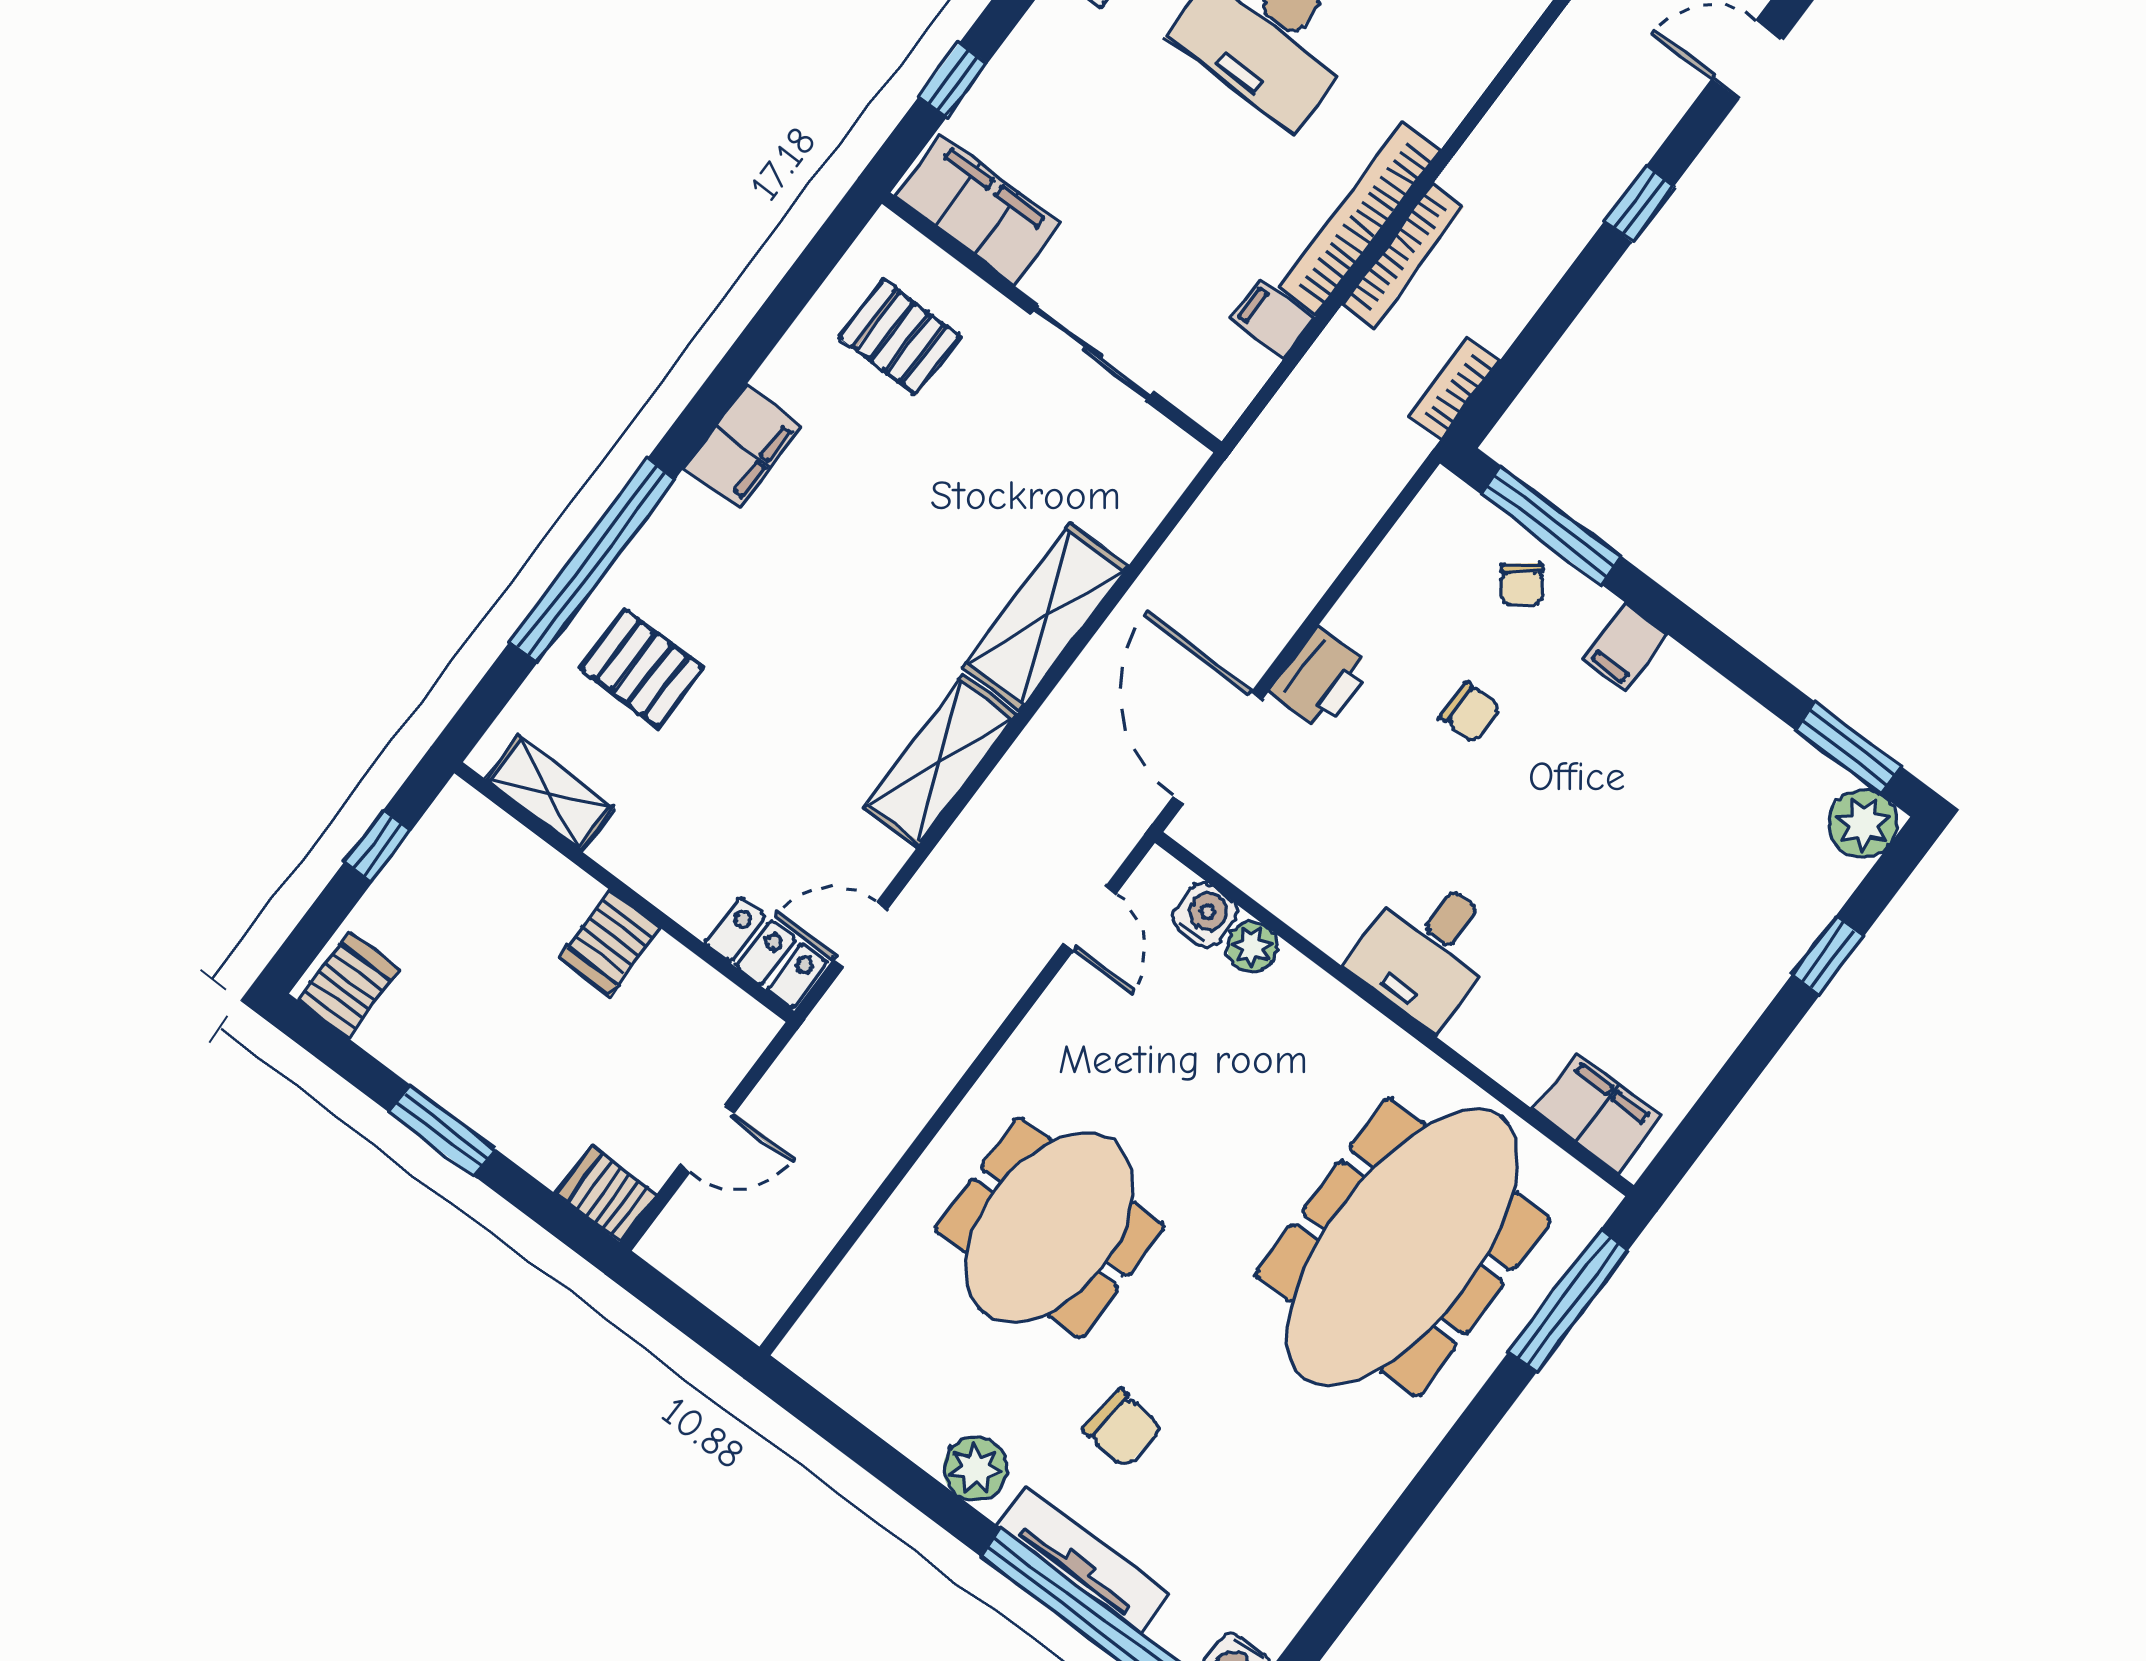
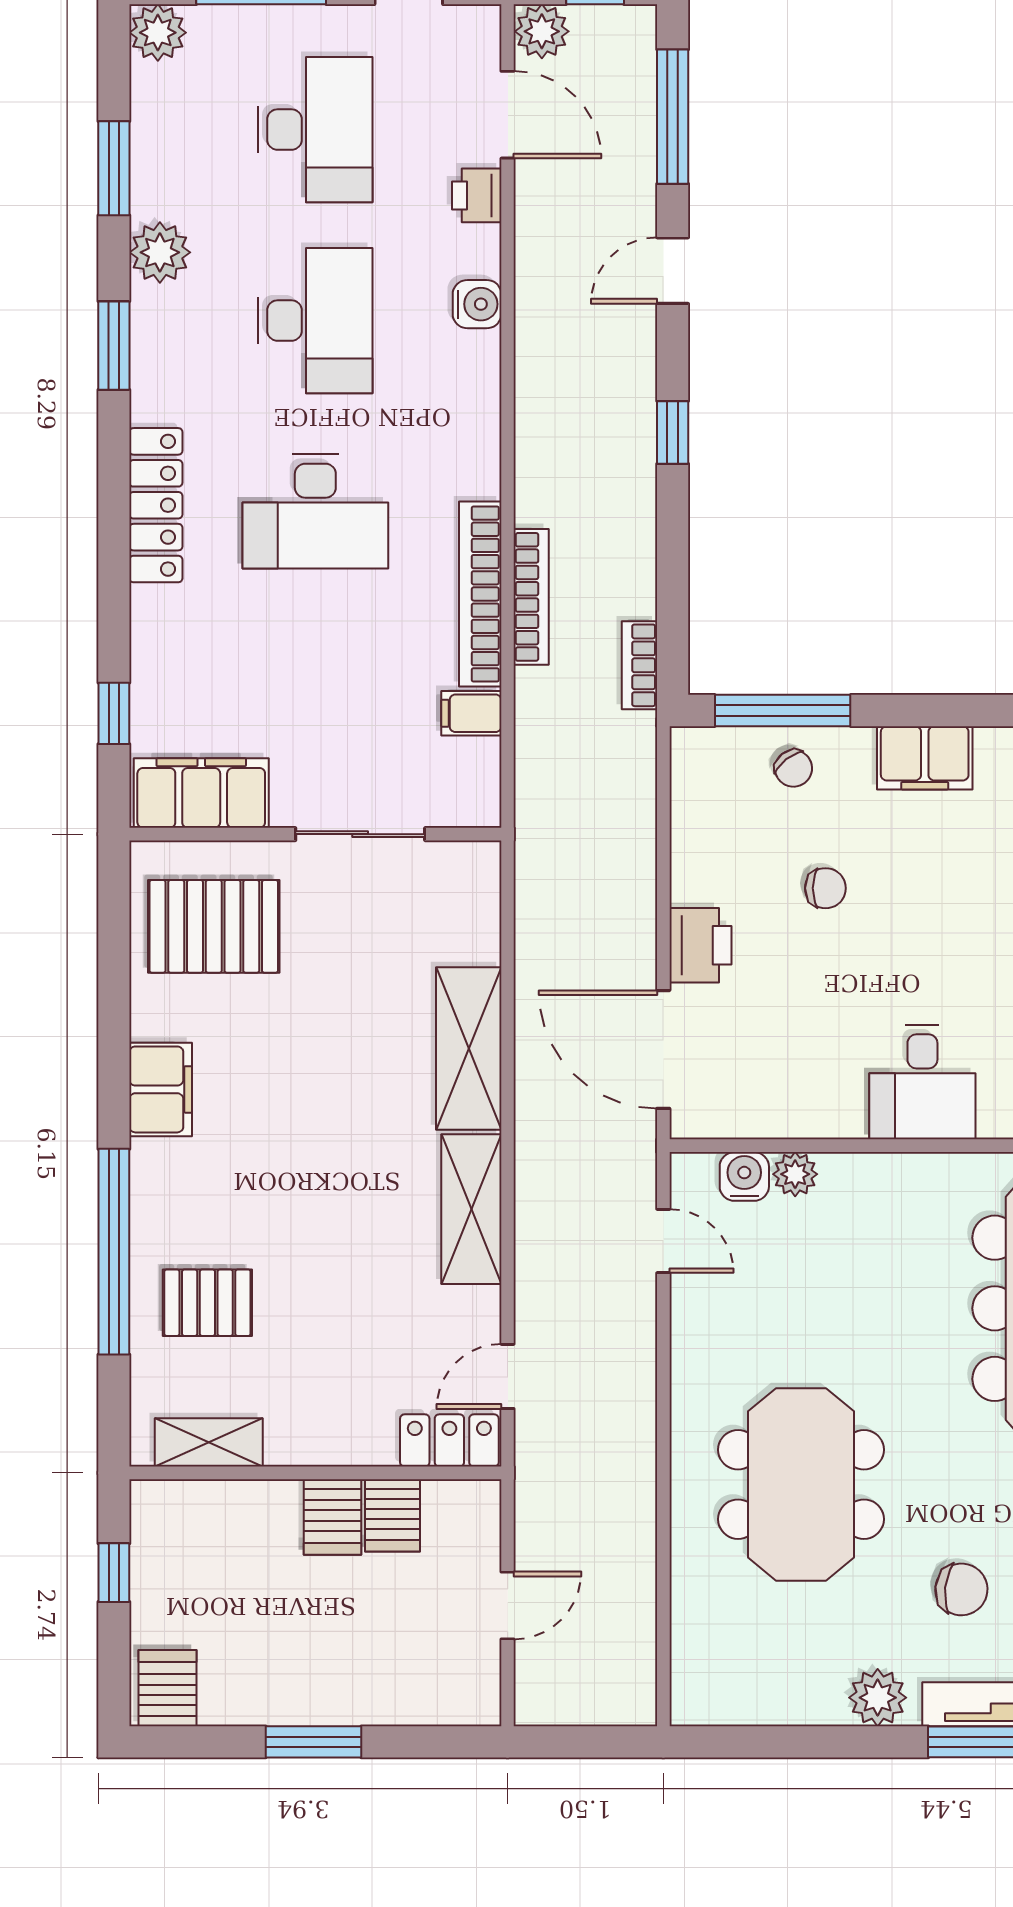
pallet: (899, 337) -> (214, 926), width x1.50, depth x1.42
filing cabinet: (1625, 647) -> (925, 758), width x2.00
server rack: (606, 1194) -> (392, 1515), moved, turned -90

